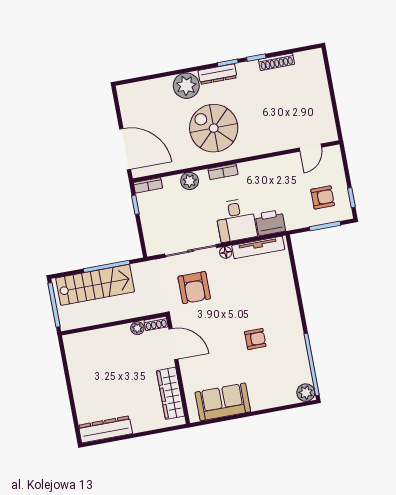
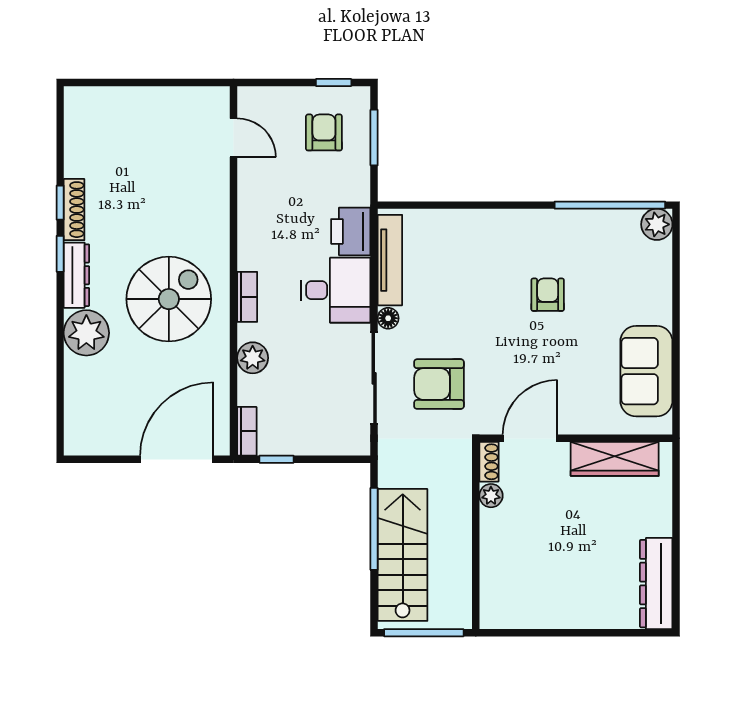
shoe rack: (276, 62) -> (74, 210), moved
spiral stairs: (214, 128) -> (169, 299), turned 180
armchair: (194, 288) -> (439, 384), turned 180

